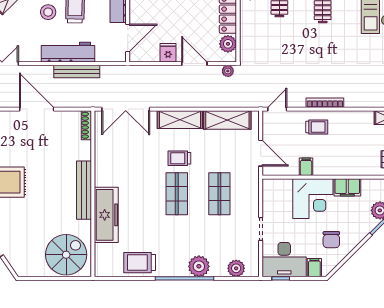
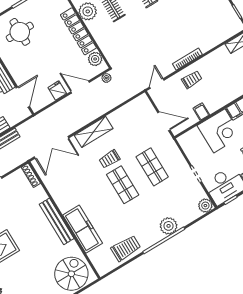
shelving: (227, 120) -> (127, 112), removed
trolley: (140, 263) -> (126, 248), turned 180
plant: (236, 268) -> (205, 206), moved

